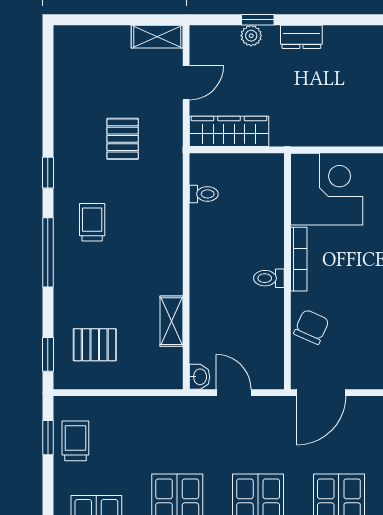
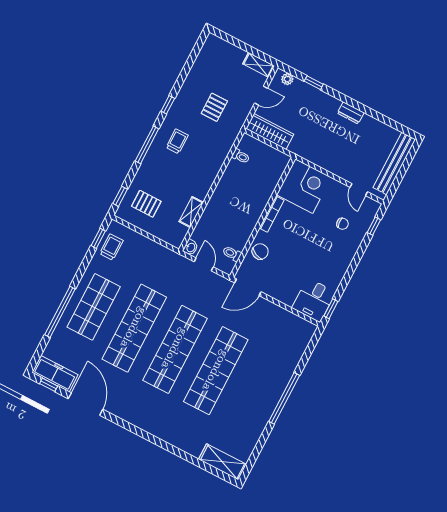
plant: (251, 36) -> (287, 79), moved
dresser: (301, 37) -> (351, 113), moved
toilet: (269, 278) -> (232, 254), moved

